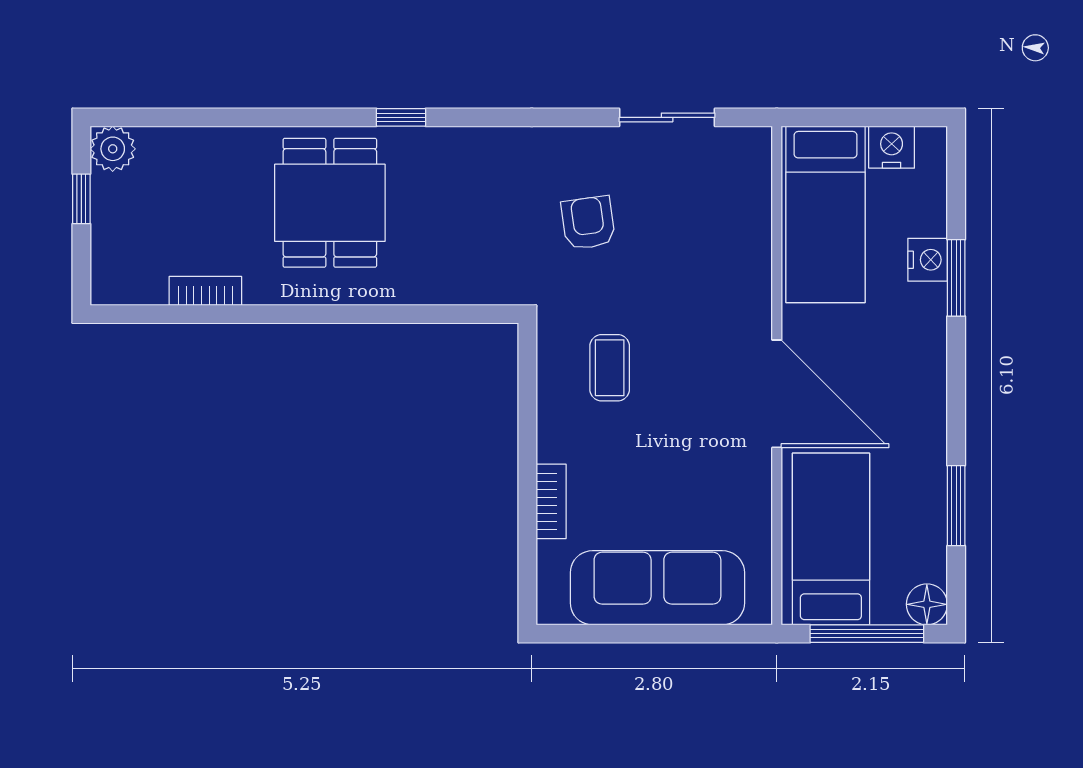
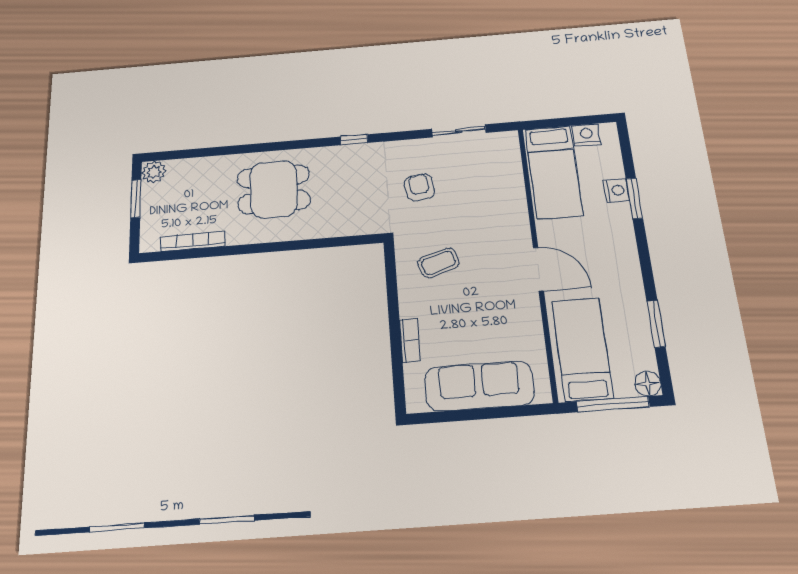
window: (401, 117) -> (354, 140), moved
window: (81, 199) -> (136, 199), width x1.50
dining table: (330, 203) -> (274, 189), turned 90
bookcase: (205, 291) -> (193, 241), width x1.56
coffee table: (610, 368) -> (438, 263), turned 73
door: (777, 394) -> (538, 269), width x0.73

